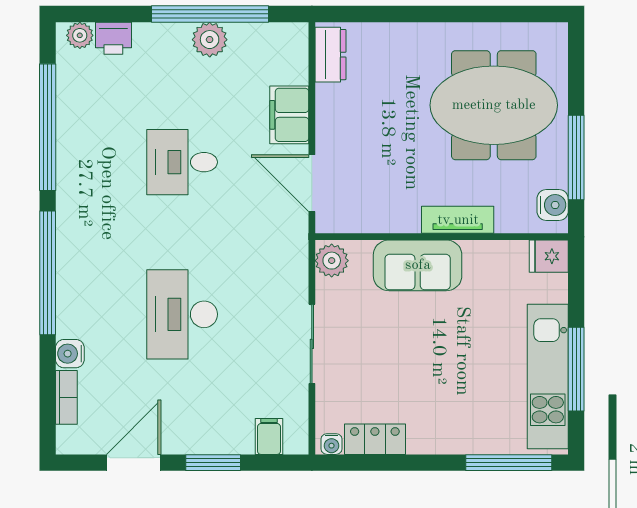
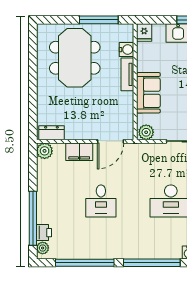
window: (210, 14) -> (33, 218), moved
plant: (210, 40) -> (45, 151), moved
water cooler: (553, 205) -> (127, 50), moved, turned 90

